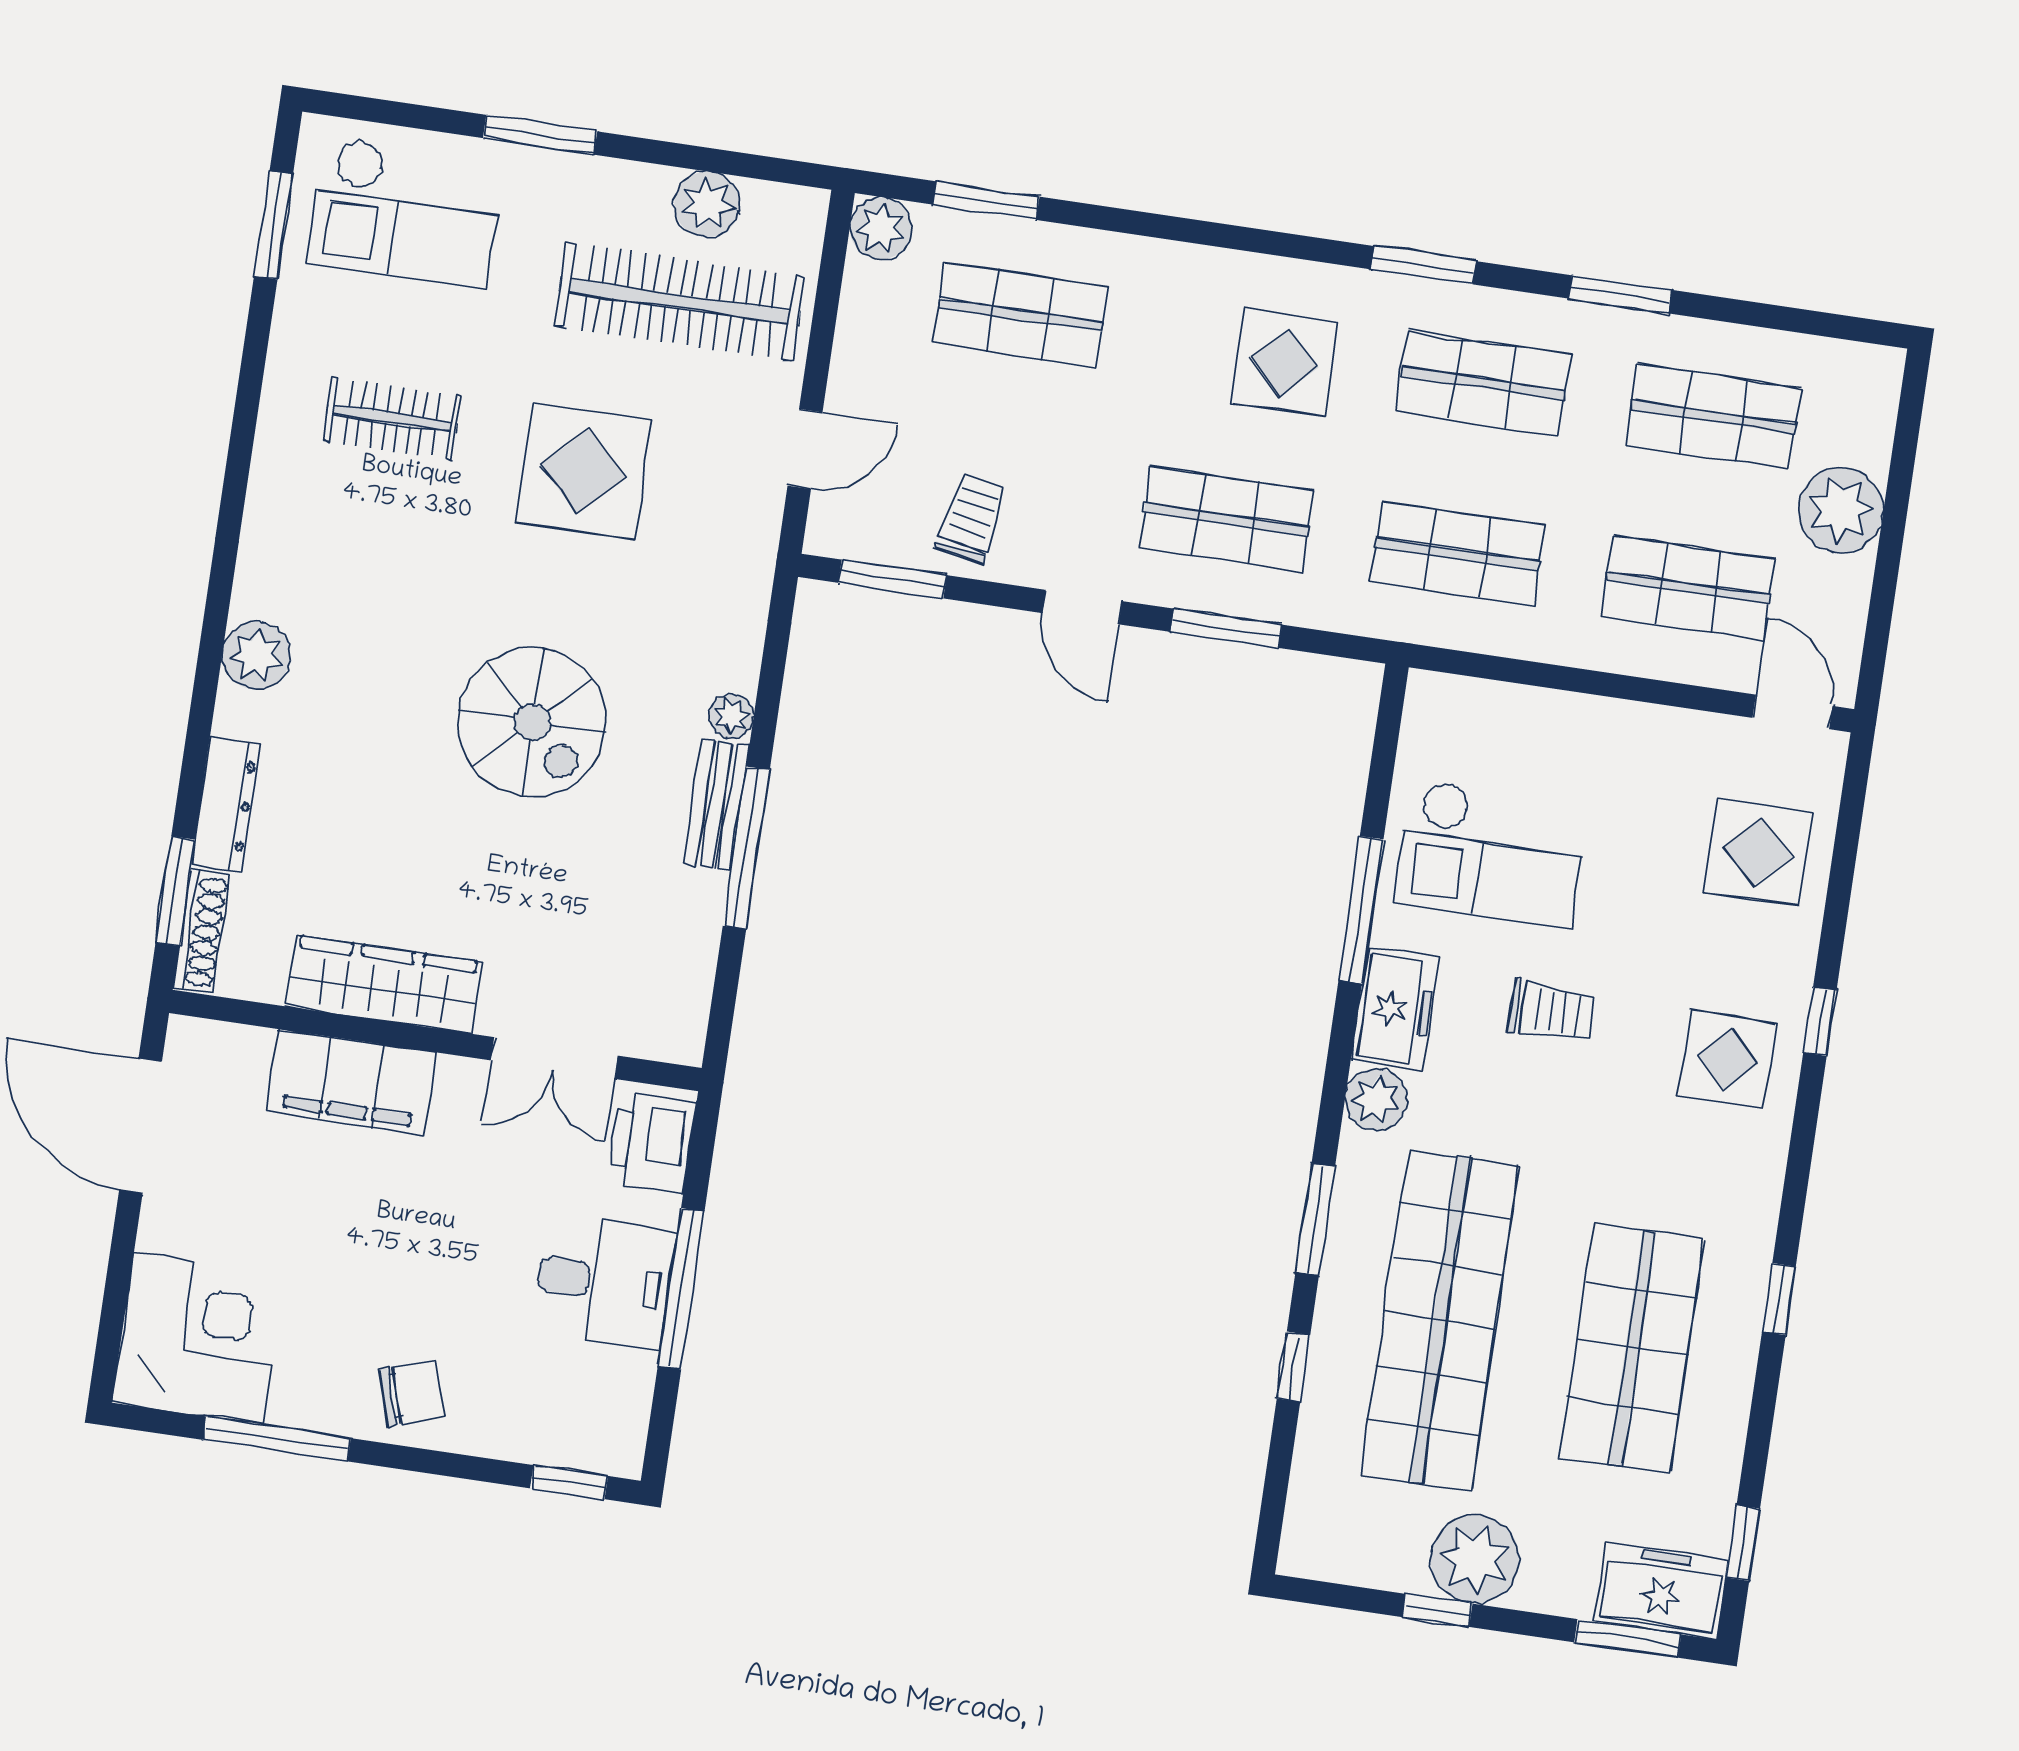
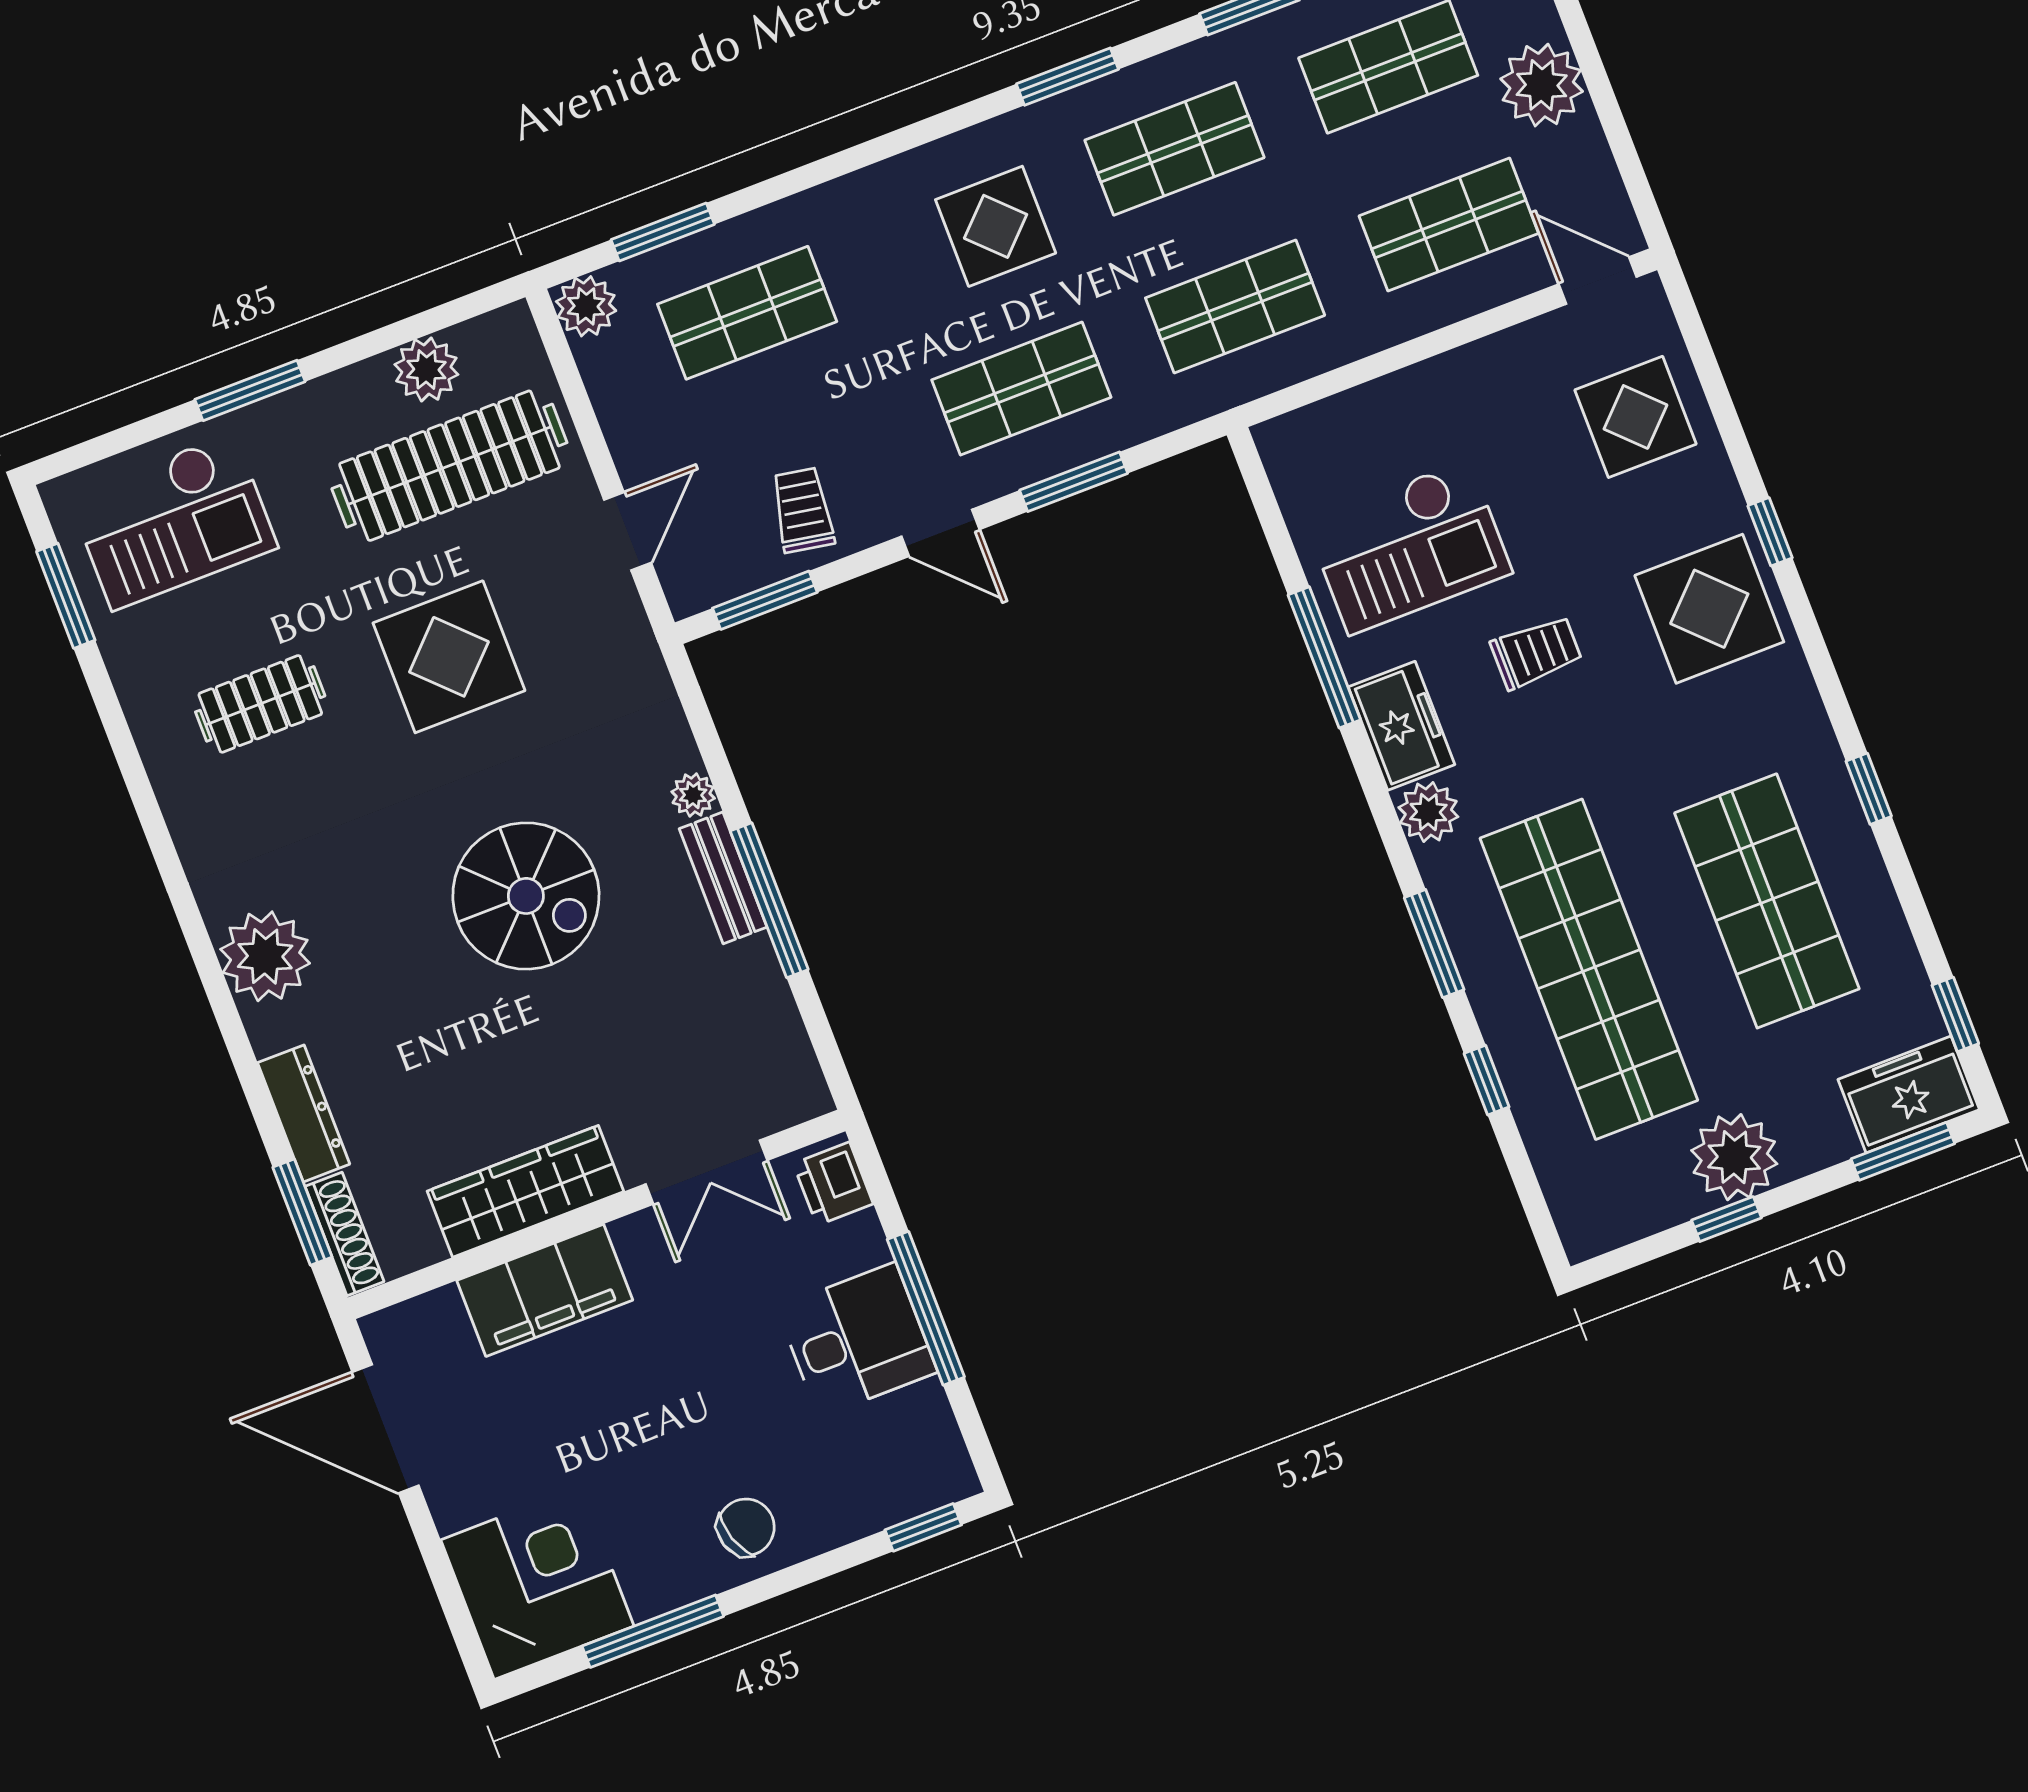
plant: (256, 656) -> (265, 956), width x1.36, depth x1.36
display table: (1727, 1059) -> (1709, 609), width x1.36, depth x1.36
printer: (652, 1143) -> (833, 1184), width x0.73, depth x0.81

